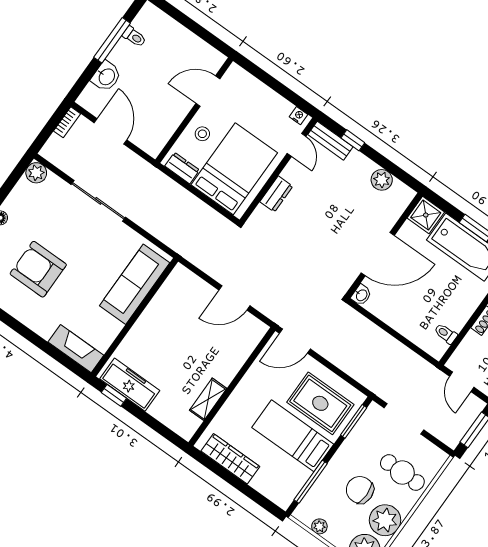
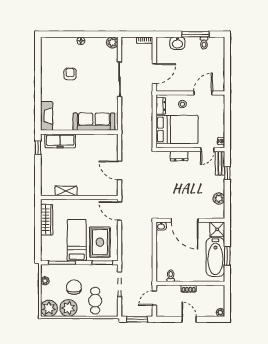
door: (208, 91) -> (203, 93), hinge flipped
door: (111, 131) -> (154, 74), moved
armchair: (38, 269) -> (70, 74), width x0.53, depth x0.53
freezer: (130, 385) -> (60, 141), moved, turned 90

